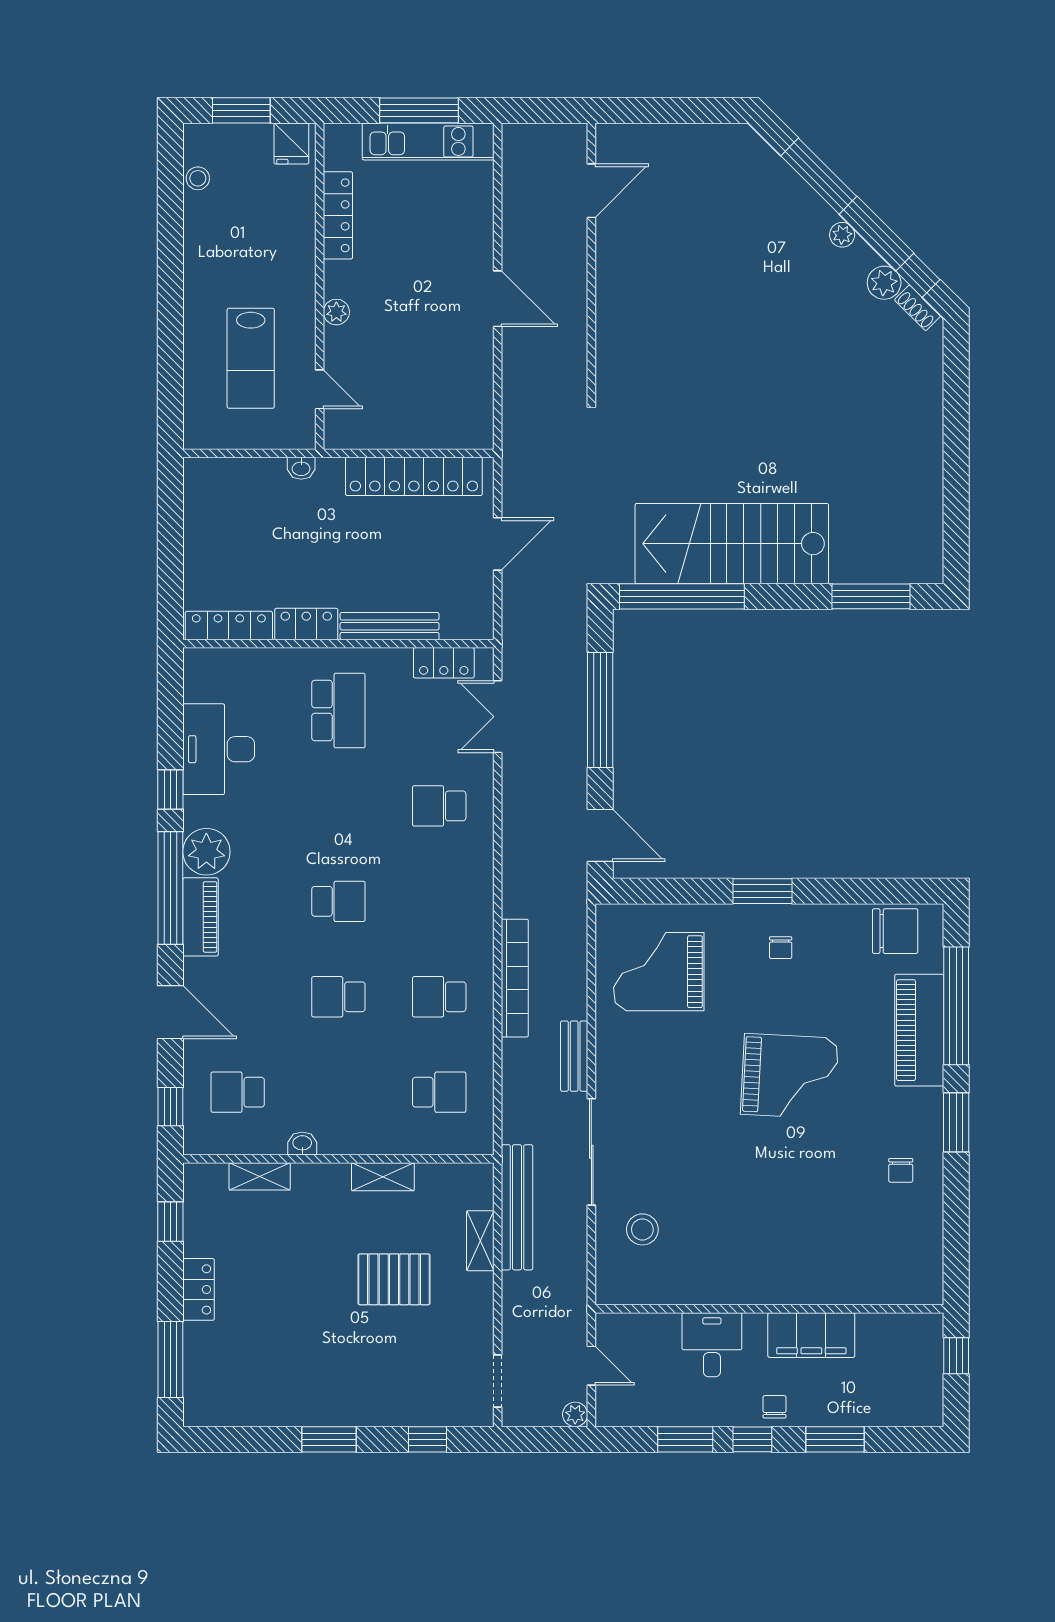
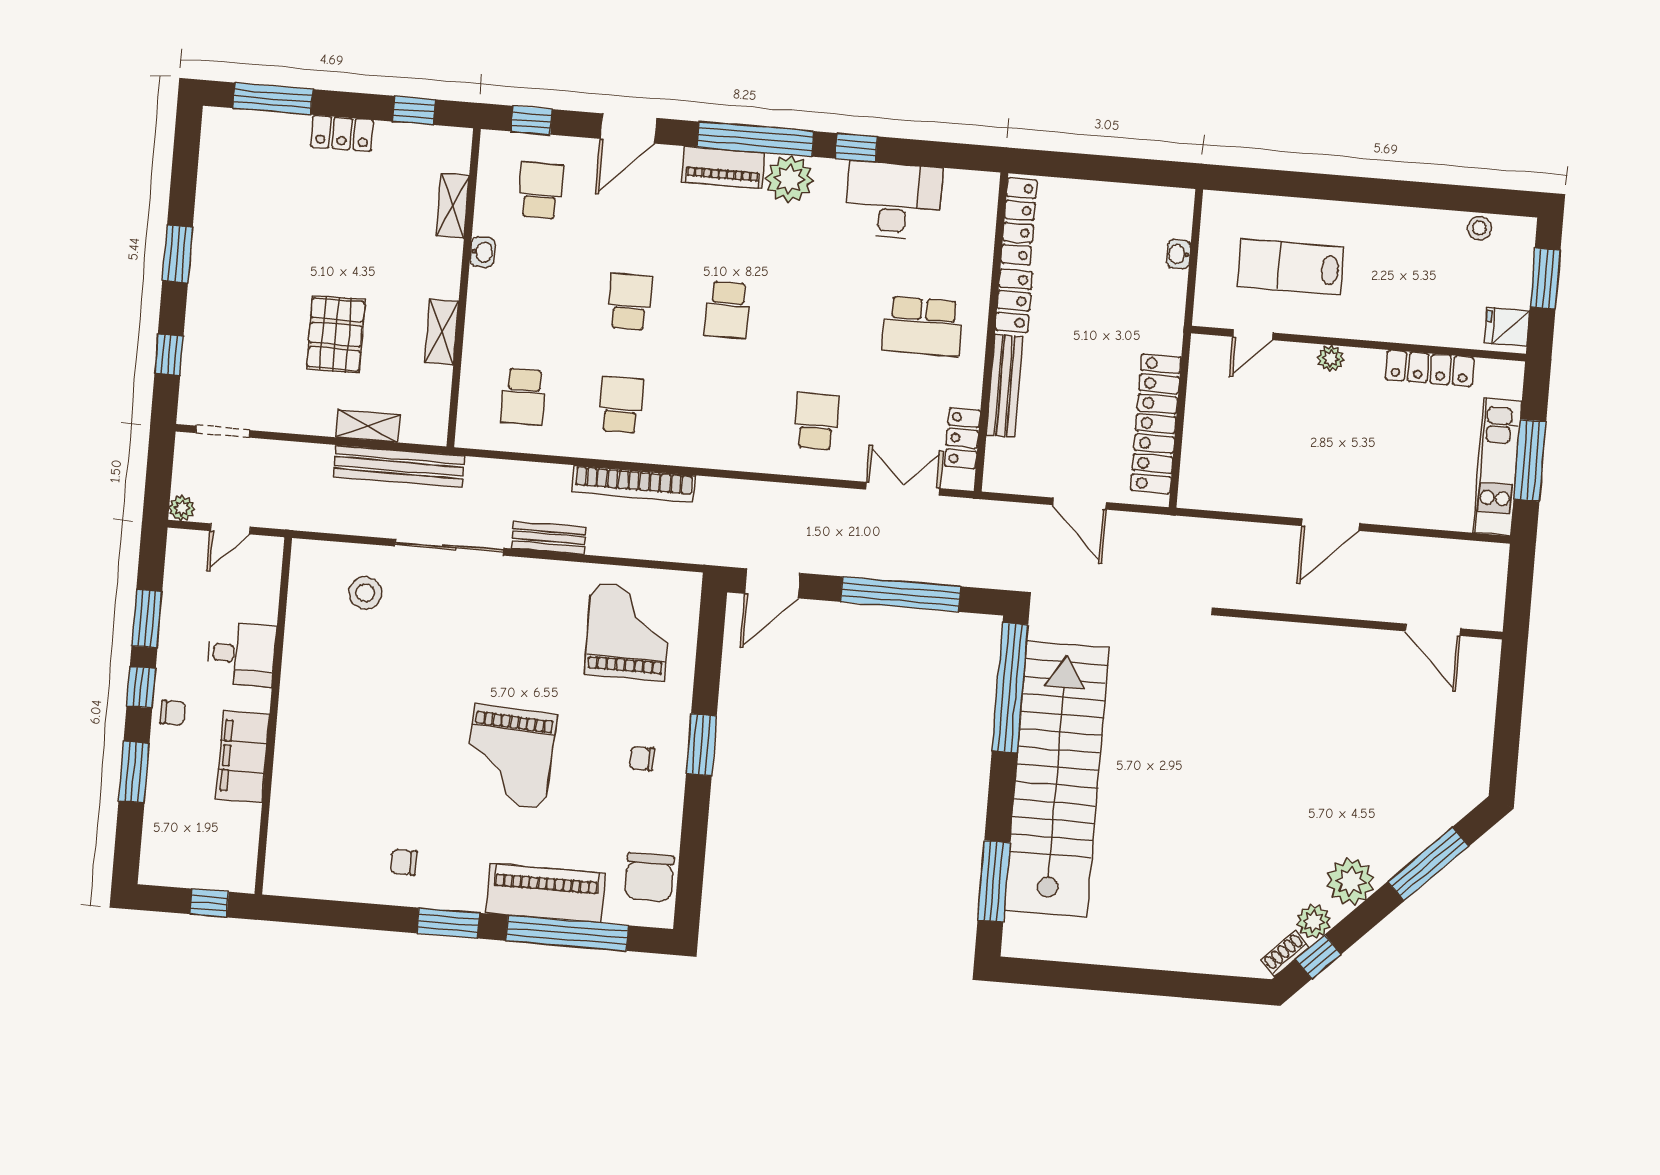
plant: (842, 235) -> (1351, 881), width x1.87, depth x1.87
washbasin: (301, 468) -> (1179, 254), moved
stairs: (732, 544) -> (1057, 779), width x1.36

